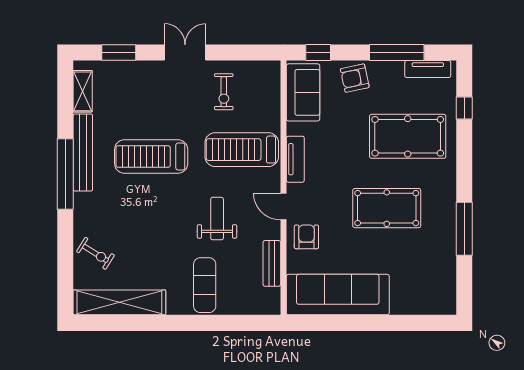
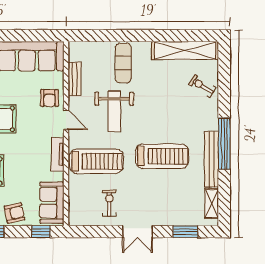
weight bench: (217, 219) -> (114, 111), width x1.36, depth x1.33

